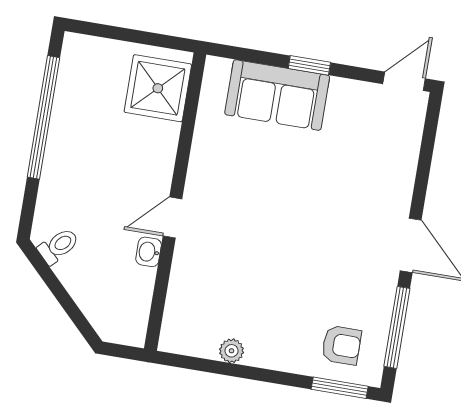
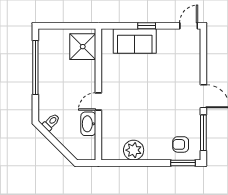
washbasin: (149, 252) -> (88, 124), width x1.91, depth x1.45
armchair: (341, 345) -> (181, 144), turned 180
plant: (231, 351) -> (134, 150), width x1.87, depth x1.87

